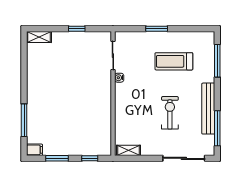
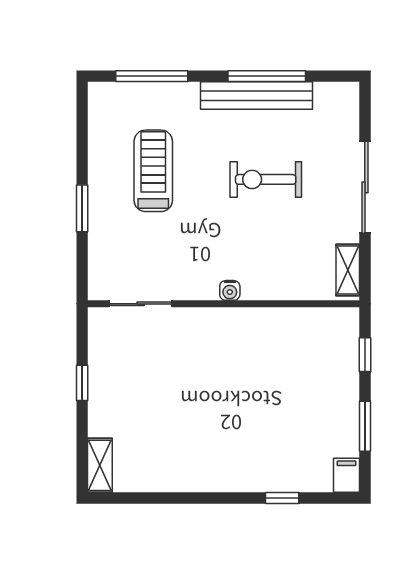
treadmill: (174, 61) -> (153, 171), turned 180
water cooler: (119, 78) -> (230, 290), moved
window: (24, 120) -> (282, 498), width x0.46
window: (217, 128) -> (267, 76), moved
sliding door: (184, 158) -> (365, 187), moved

